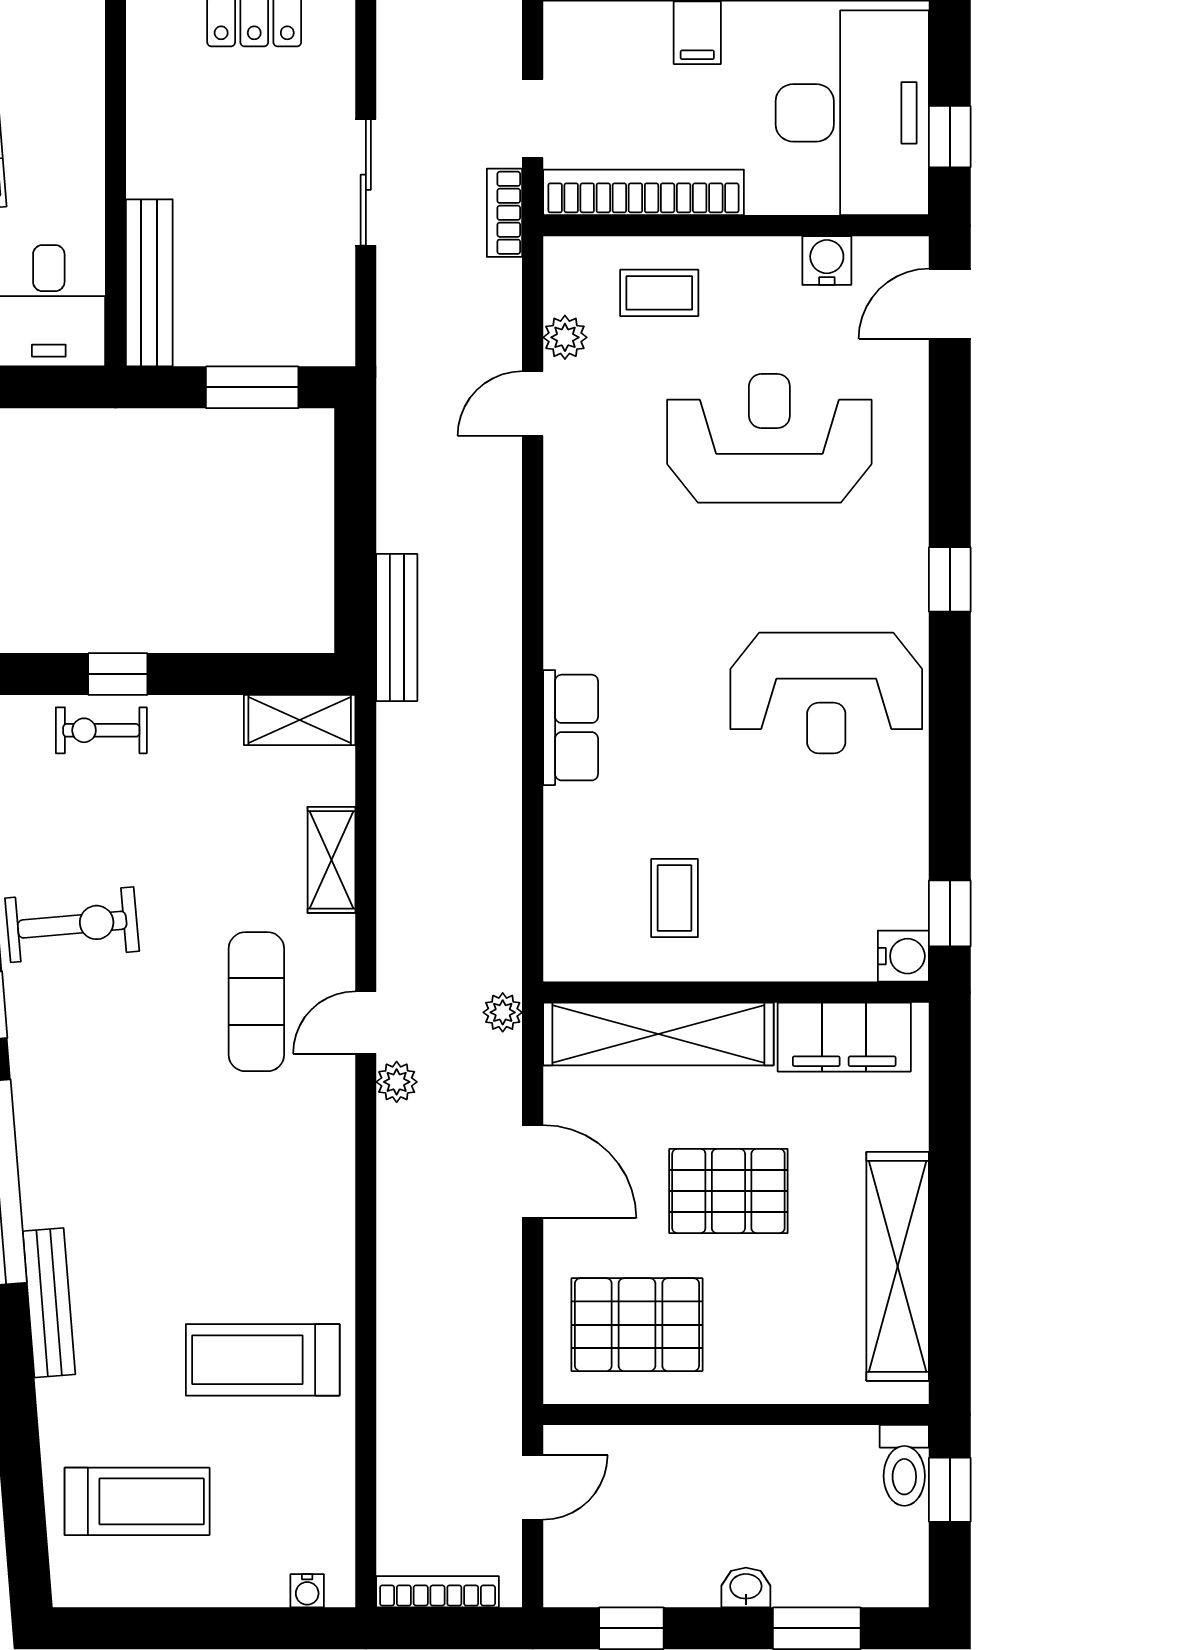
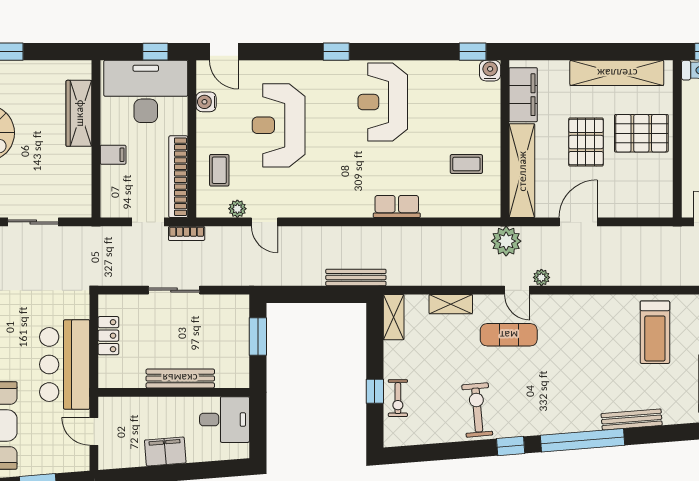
bench: (149, 283) -> (180, 378), moved
reception desk: (826, 693) -> (383, 102), turned 180
plant: (503, 1012) -> (506, 241), width x1.88, depth x1.88
pallet: (637, 1325) -> (641, 133), moved, turned 90

